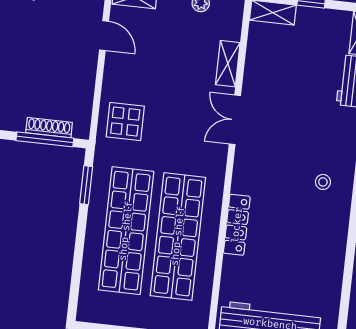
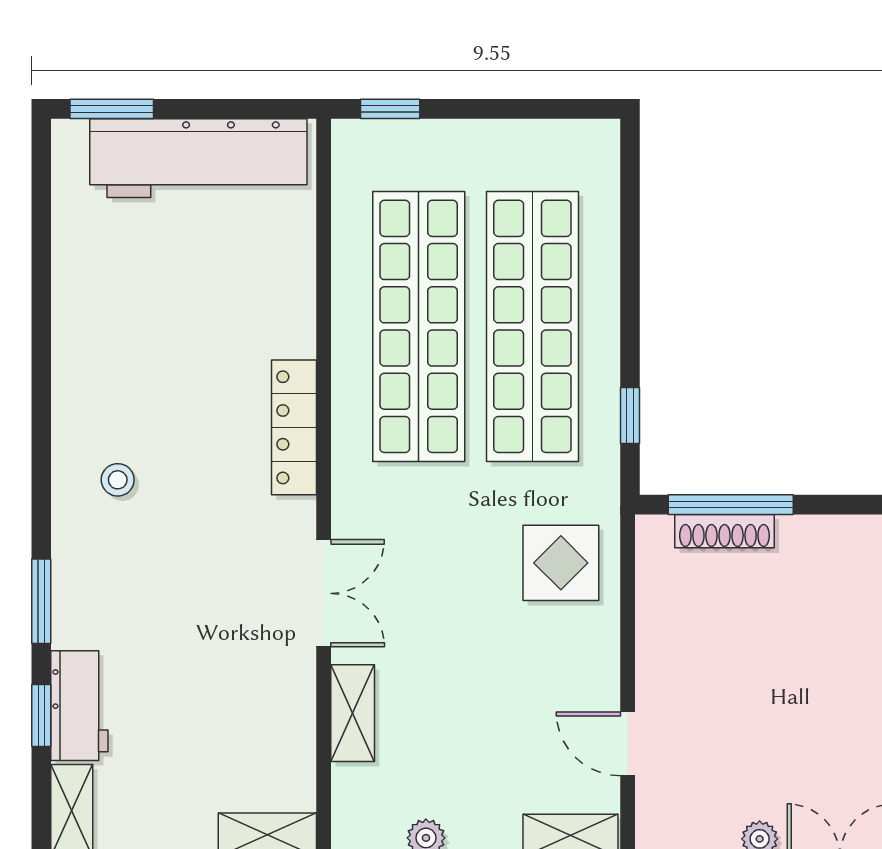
window: (86, 185) -> (630, 416), width x0.67
locker: (237, 225) -> (294, 427), moved

